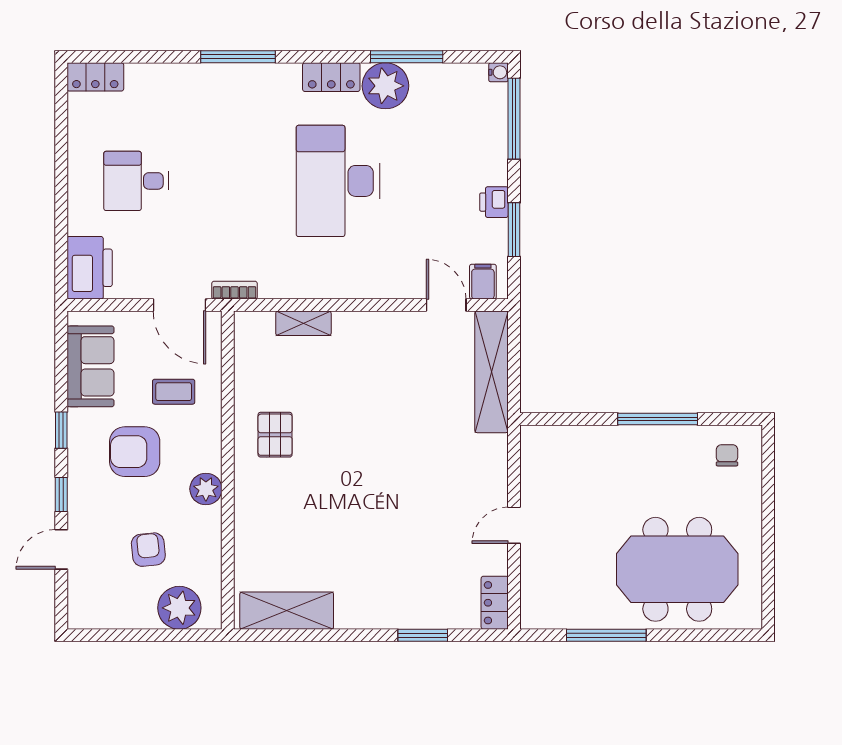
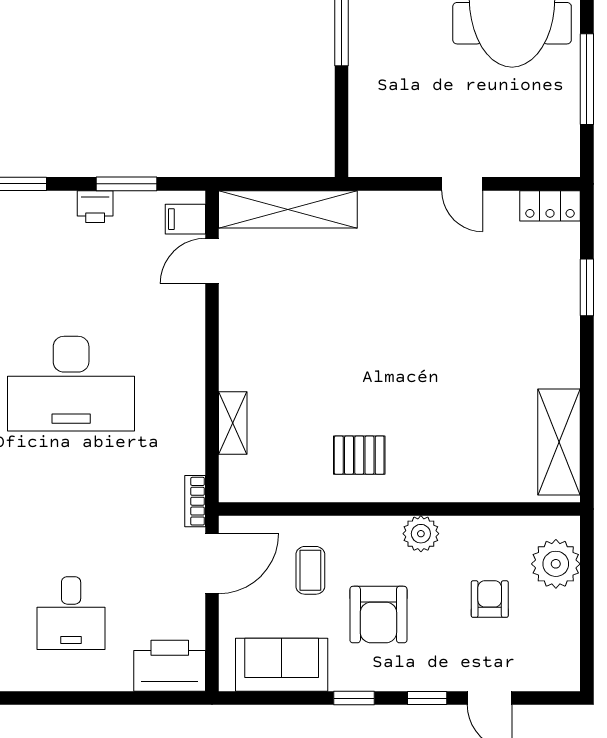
armchair: (148, 550) -> (490, 599), turned 96

